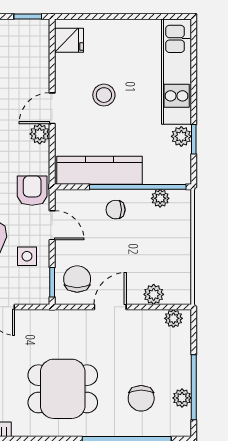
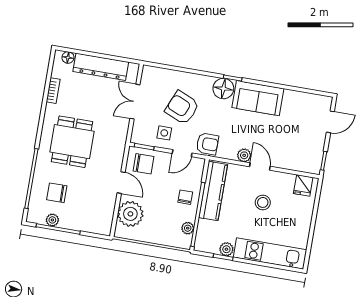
plant: (154, 294) -> (130, 214), width x1.87, depth x1.87
plant: (173, 318) -> (106, 223), removed

